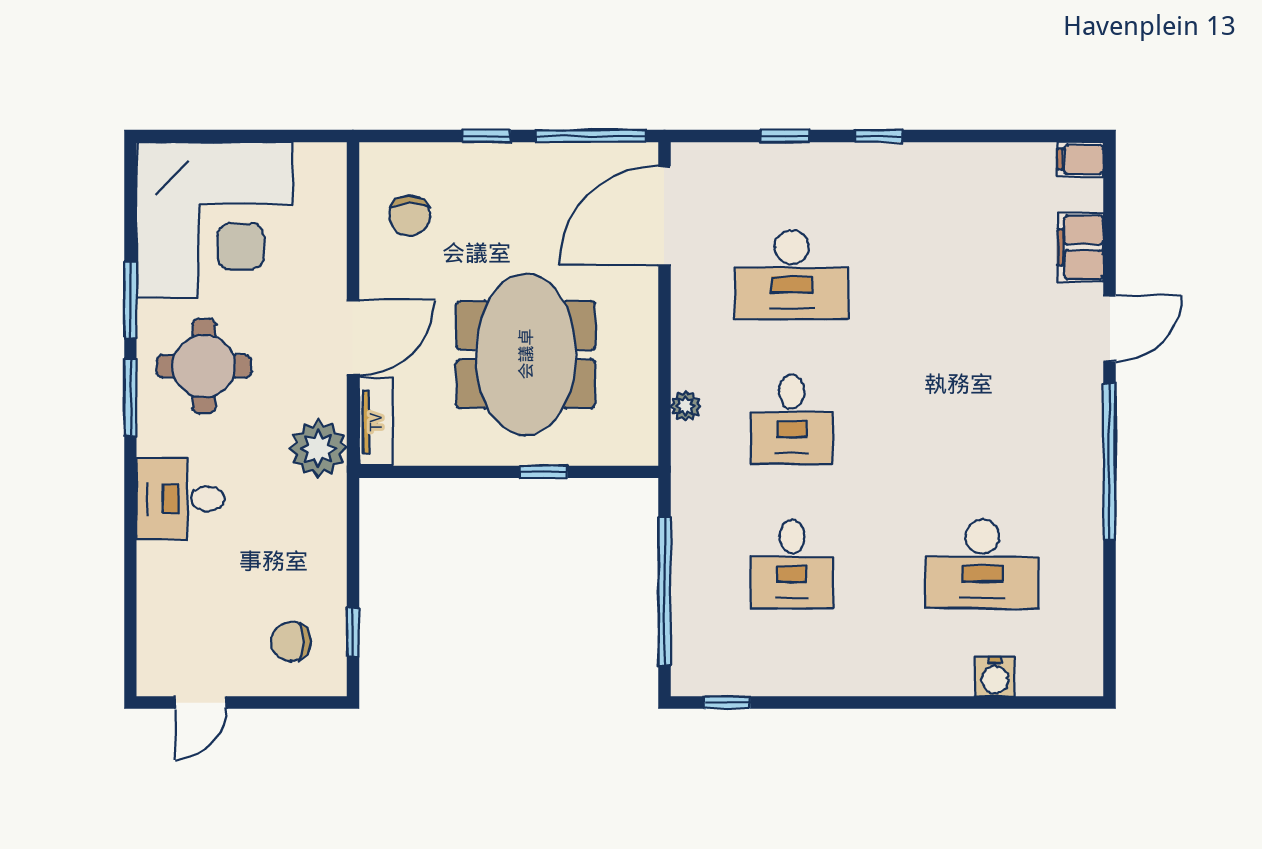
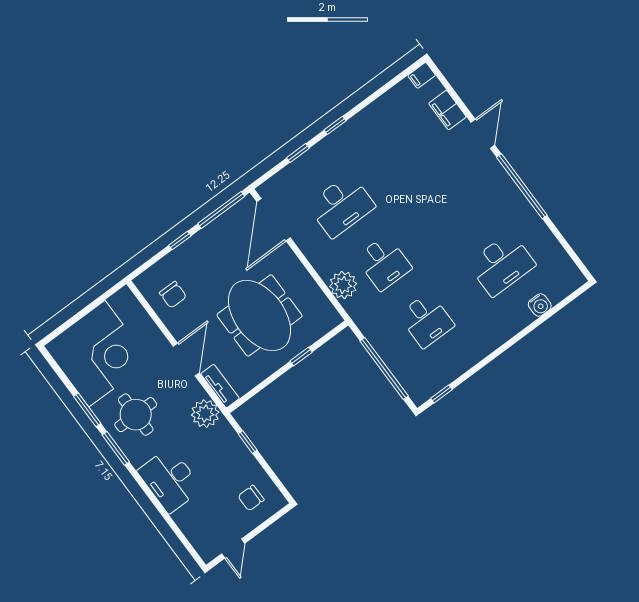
plant: (686, 406) -> (343, 285), width x1.88, depth x1.88
desk: (180, 499) -> (170, 480), width x1.37
window: (353, 633) -> (248, 442), moved

